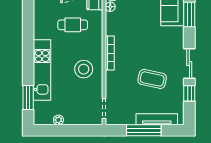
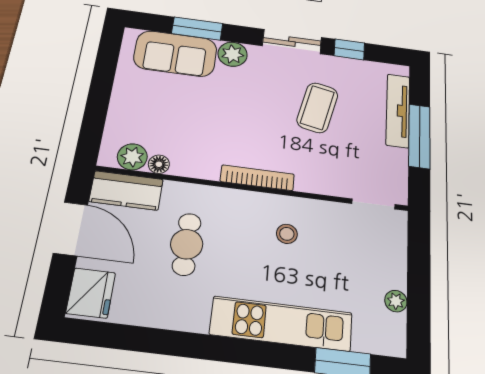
plant: (177, 34) -> (233, 54), added
stool: (84, 69) -> (287, 234), width x0.53, depth x0.53

